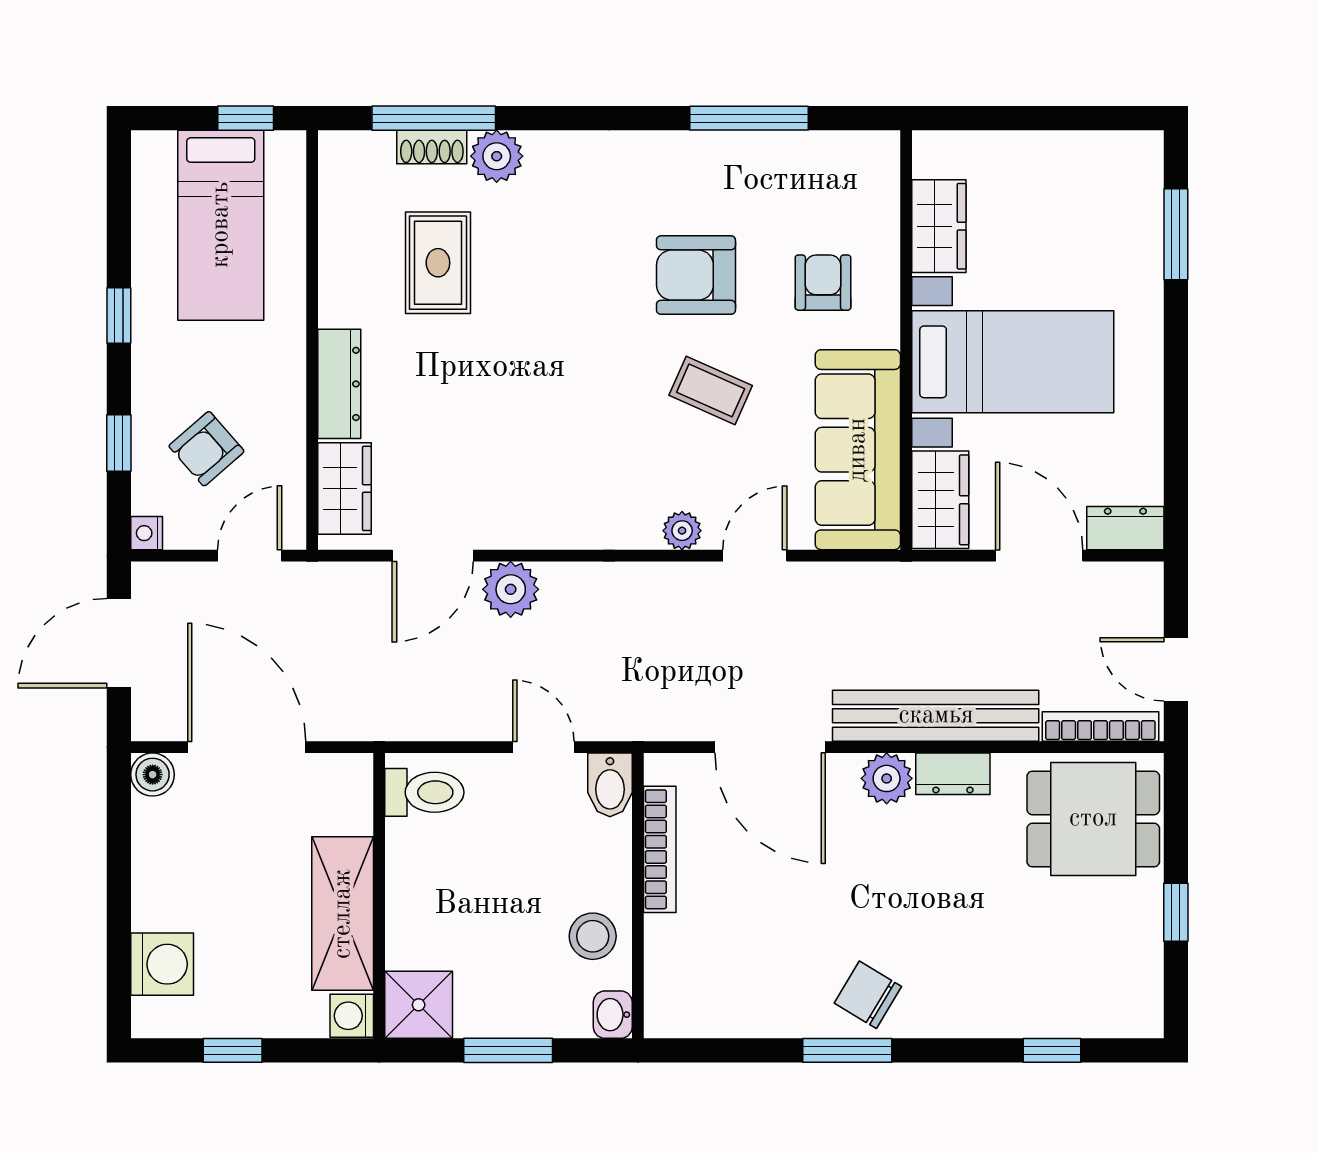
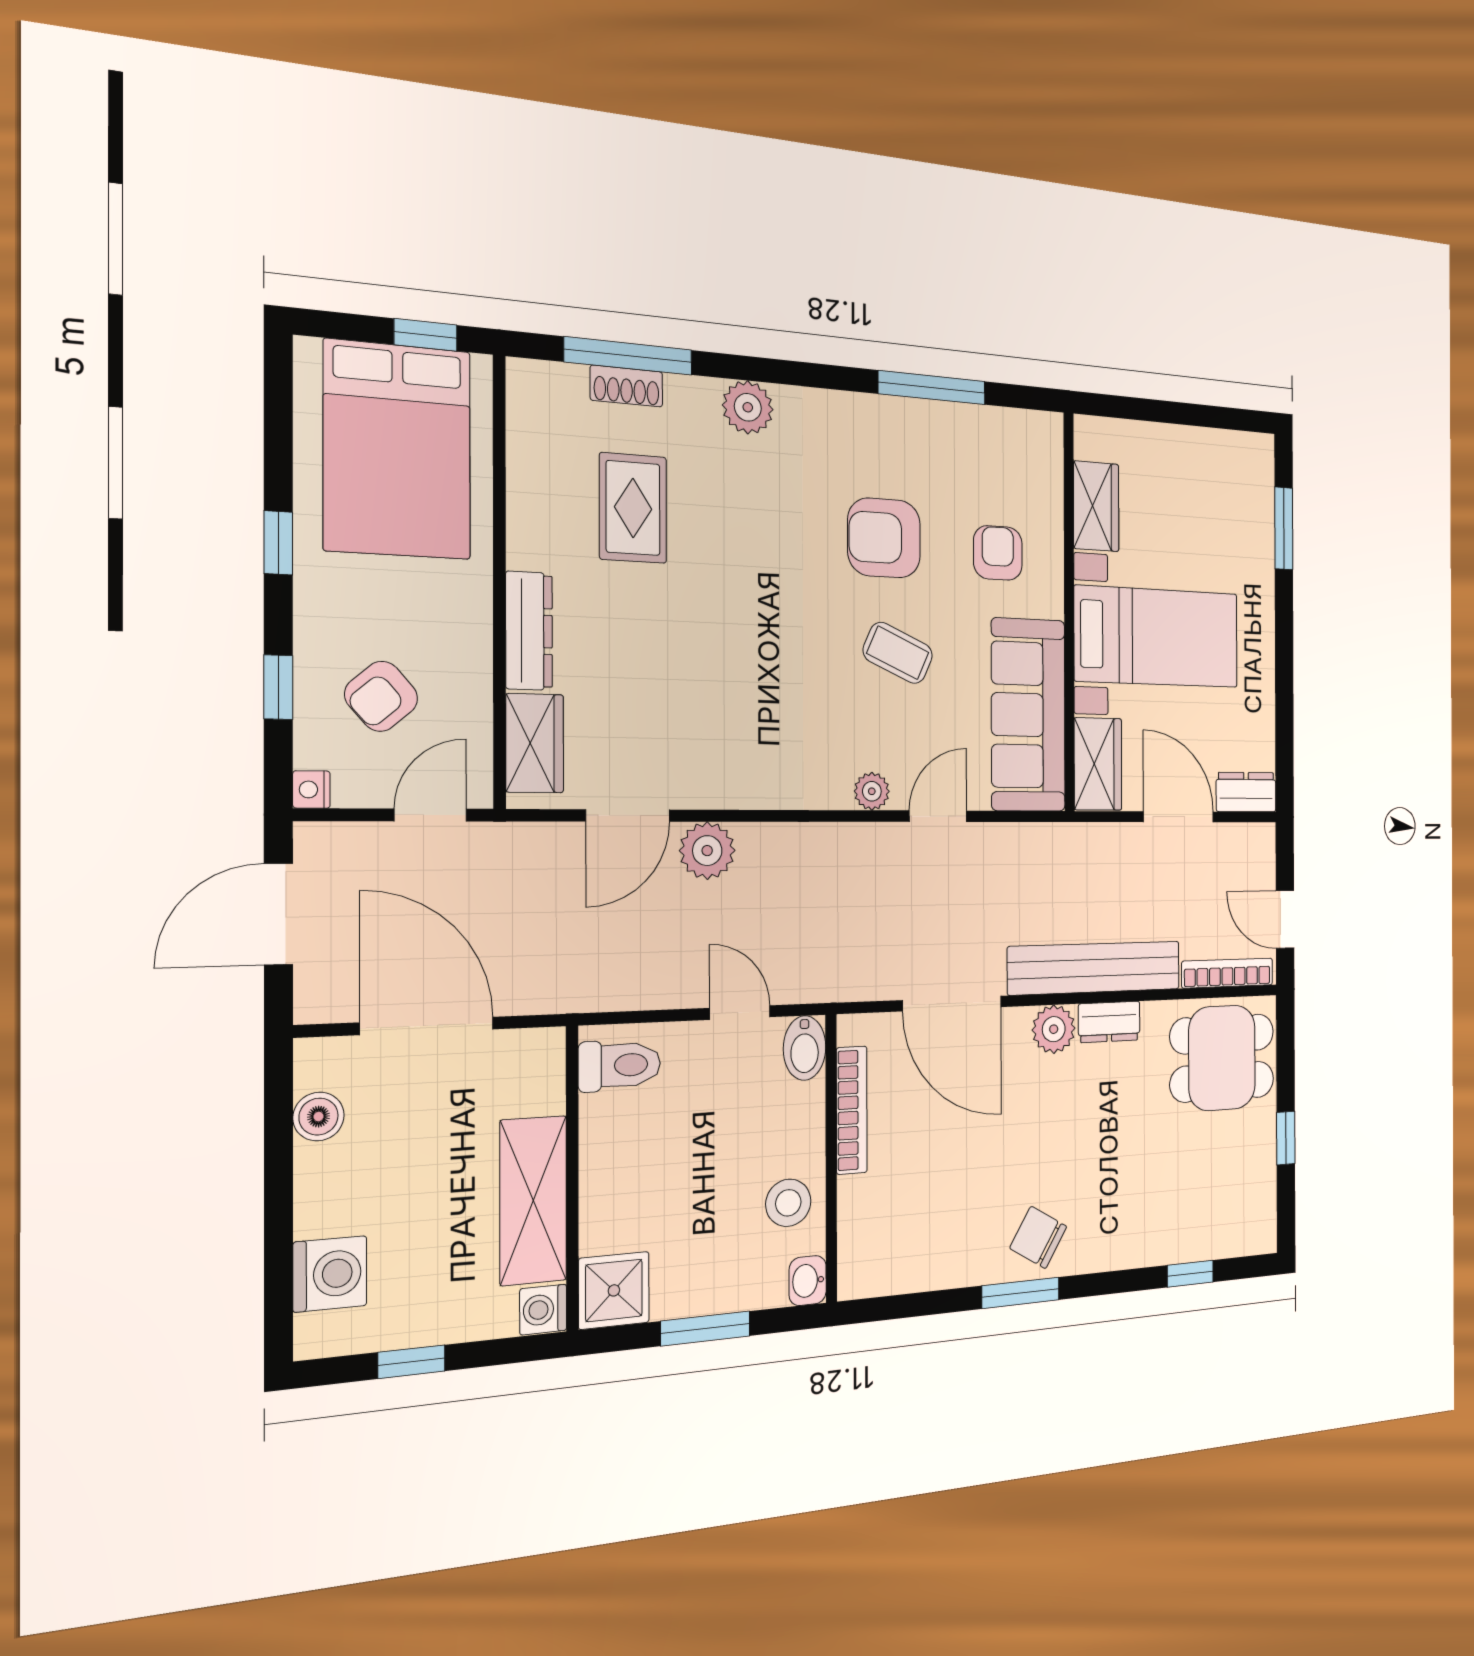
plant: (497, 156) -> (748, 407), moved
bed: (221, 225) -> (397, 450), width x1.50
boiler: (153, 775) -> (319, 1117), moved

